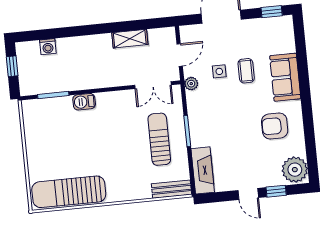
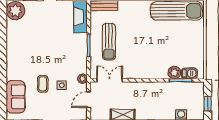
sofa: (285, 77) -> (16, 97), moved
barbecue: (84, 102) -> (189, 73), moved
plant: (63, 105) -> (174, 73), added
armchair: (275, 126) -> (27, 43), removed

